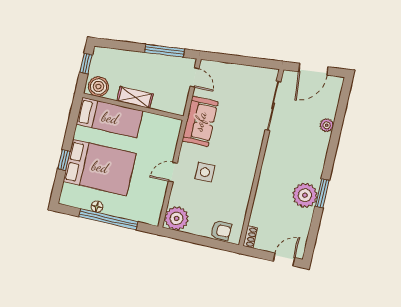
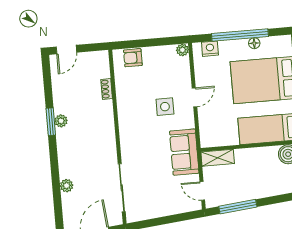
shelving: (135, 97) -> (218, 158), moved
plant: (305, 195) -> (61, 121), width x0.53, depth x0.53
nightstand: (142, 215) -> (210, 49), added
plant: (177, 218) -> (182, 50), width x0.53, depth x0.53
shoe rack: (250, 237) -> (107, 89), moved

